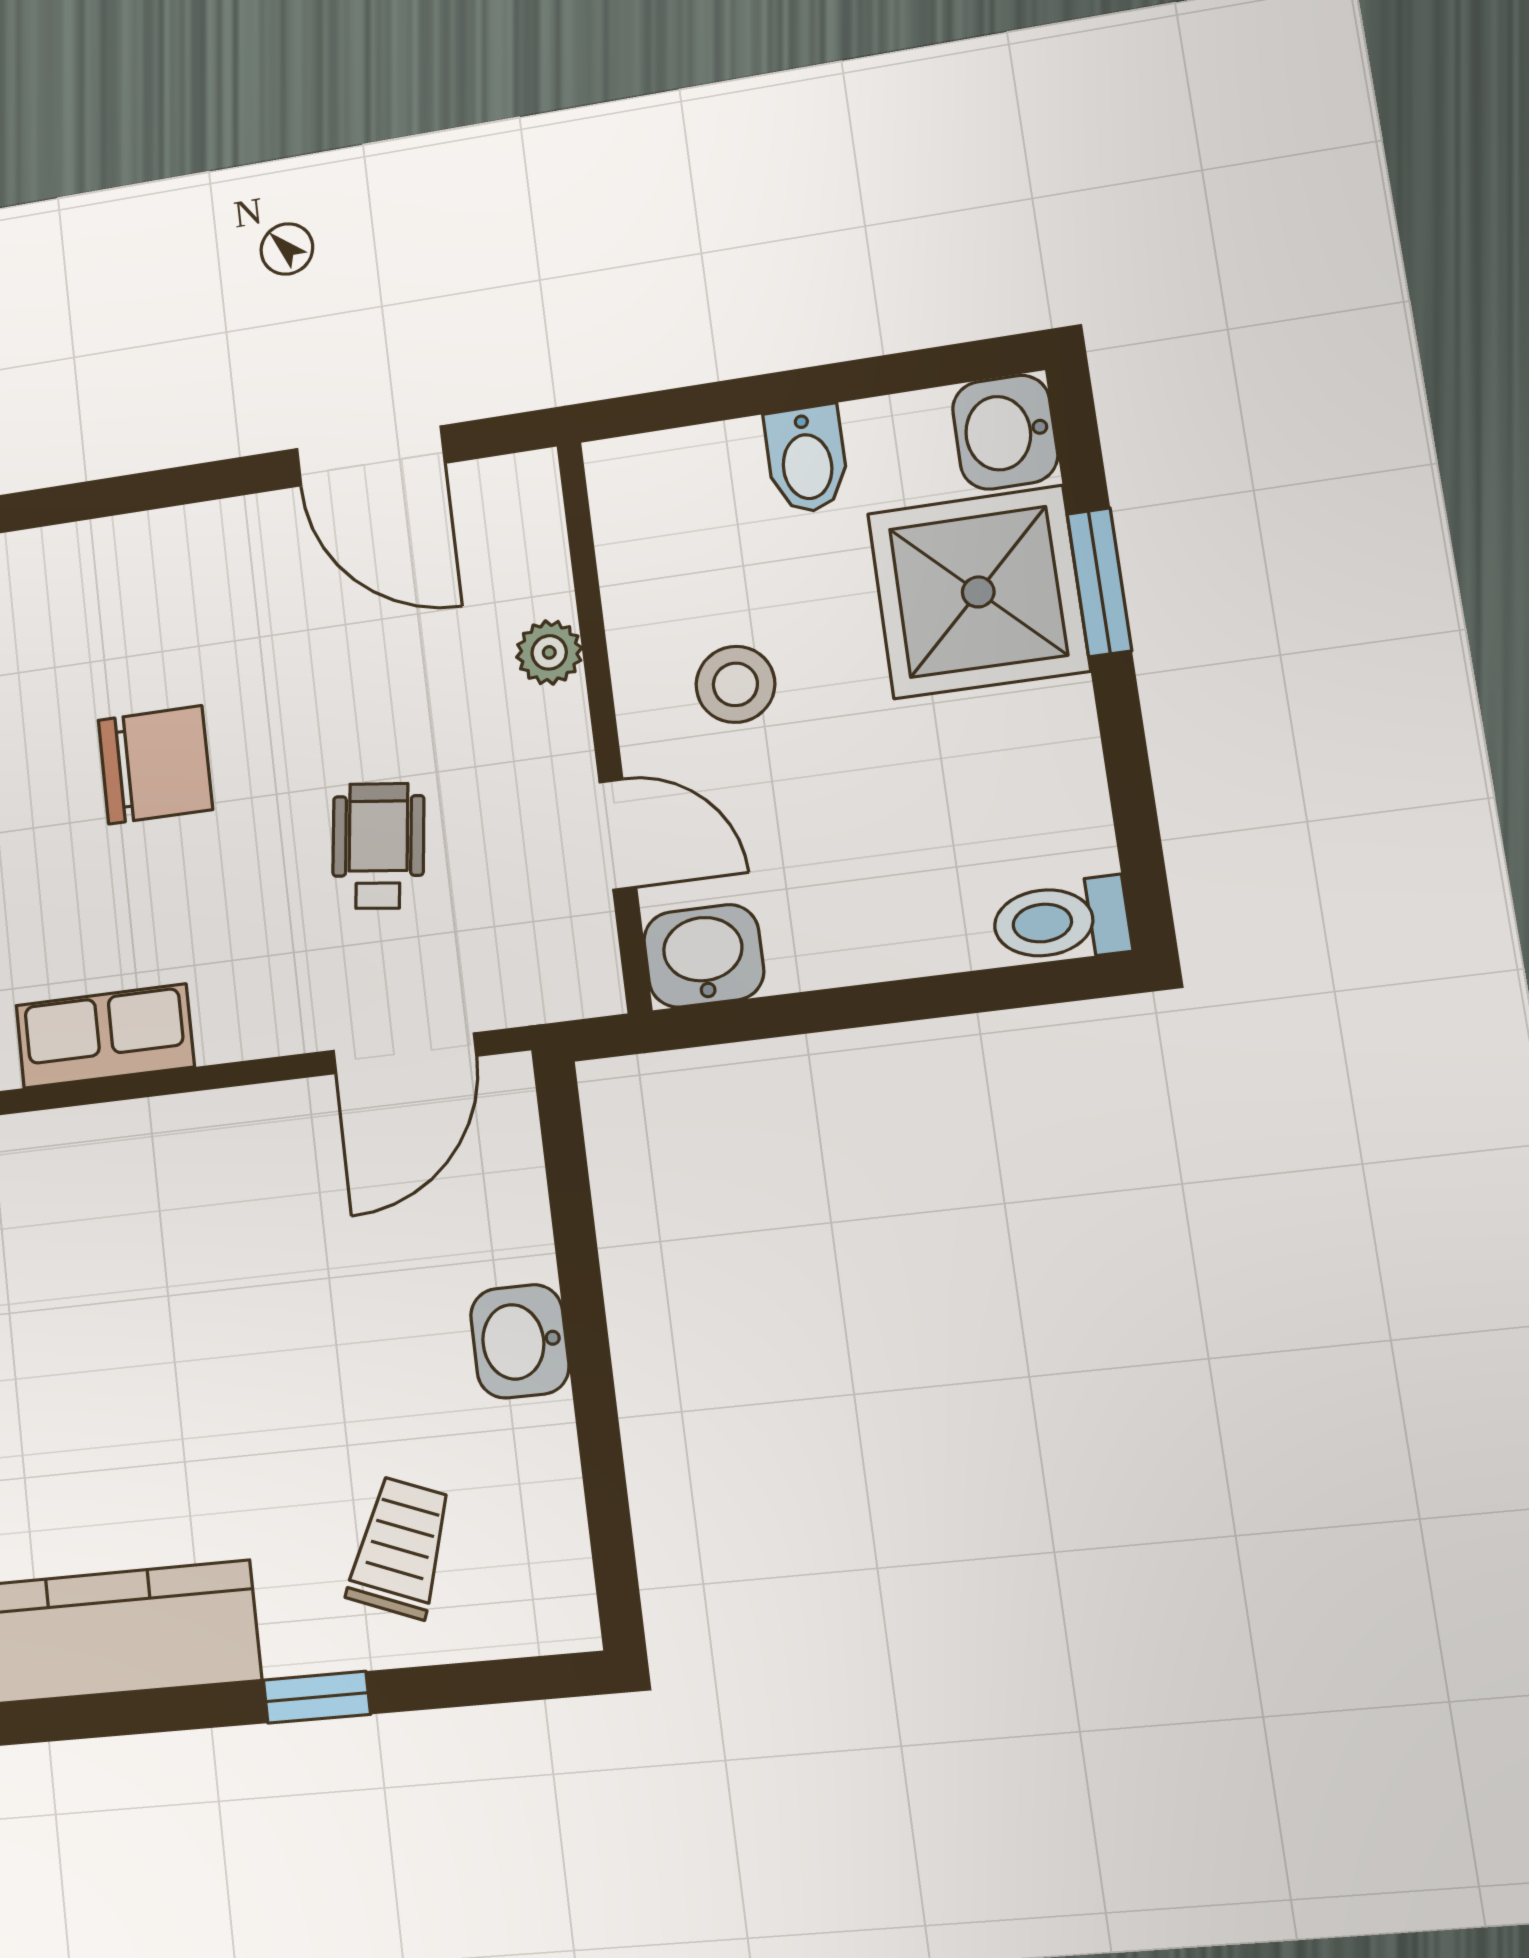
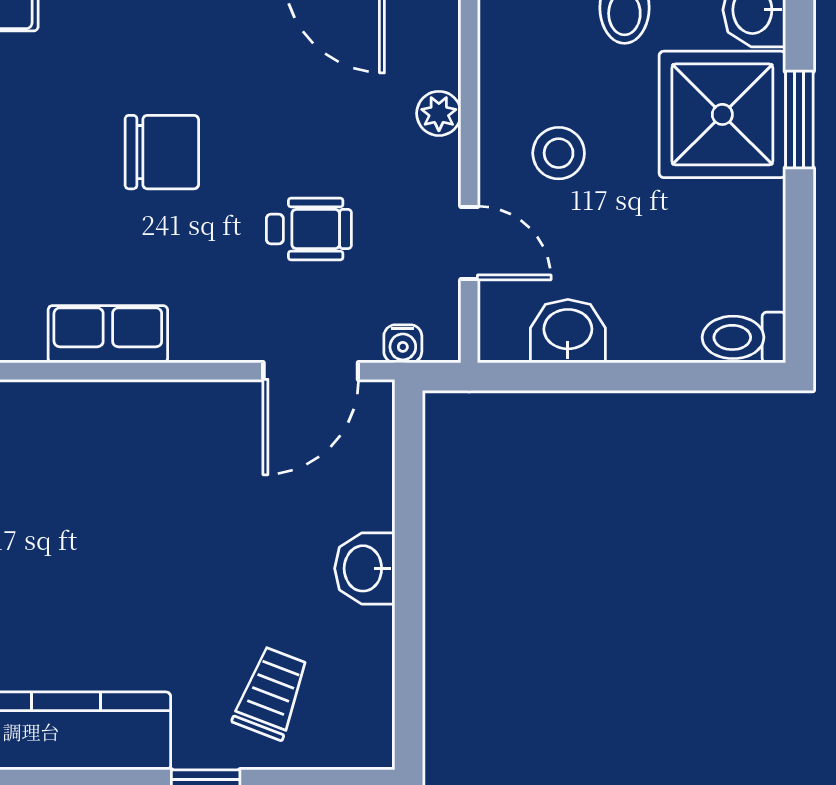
wheelchair: (378, 846) -> (309, 229), turned 83
washbasin: (704, 956) -> (568, 331), moved
water cooler: (537, 996) -> (403, 344), added

